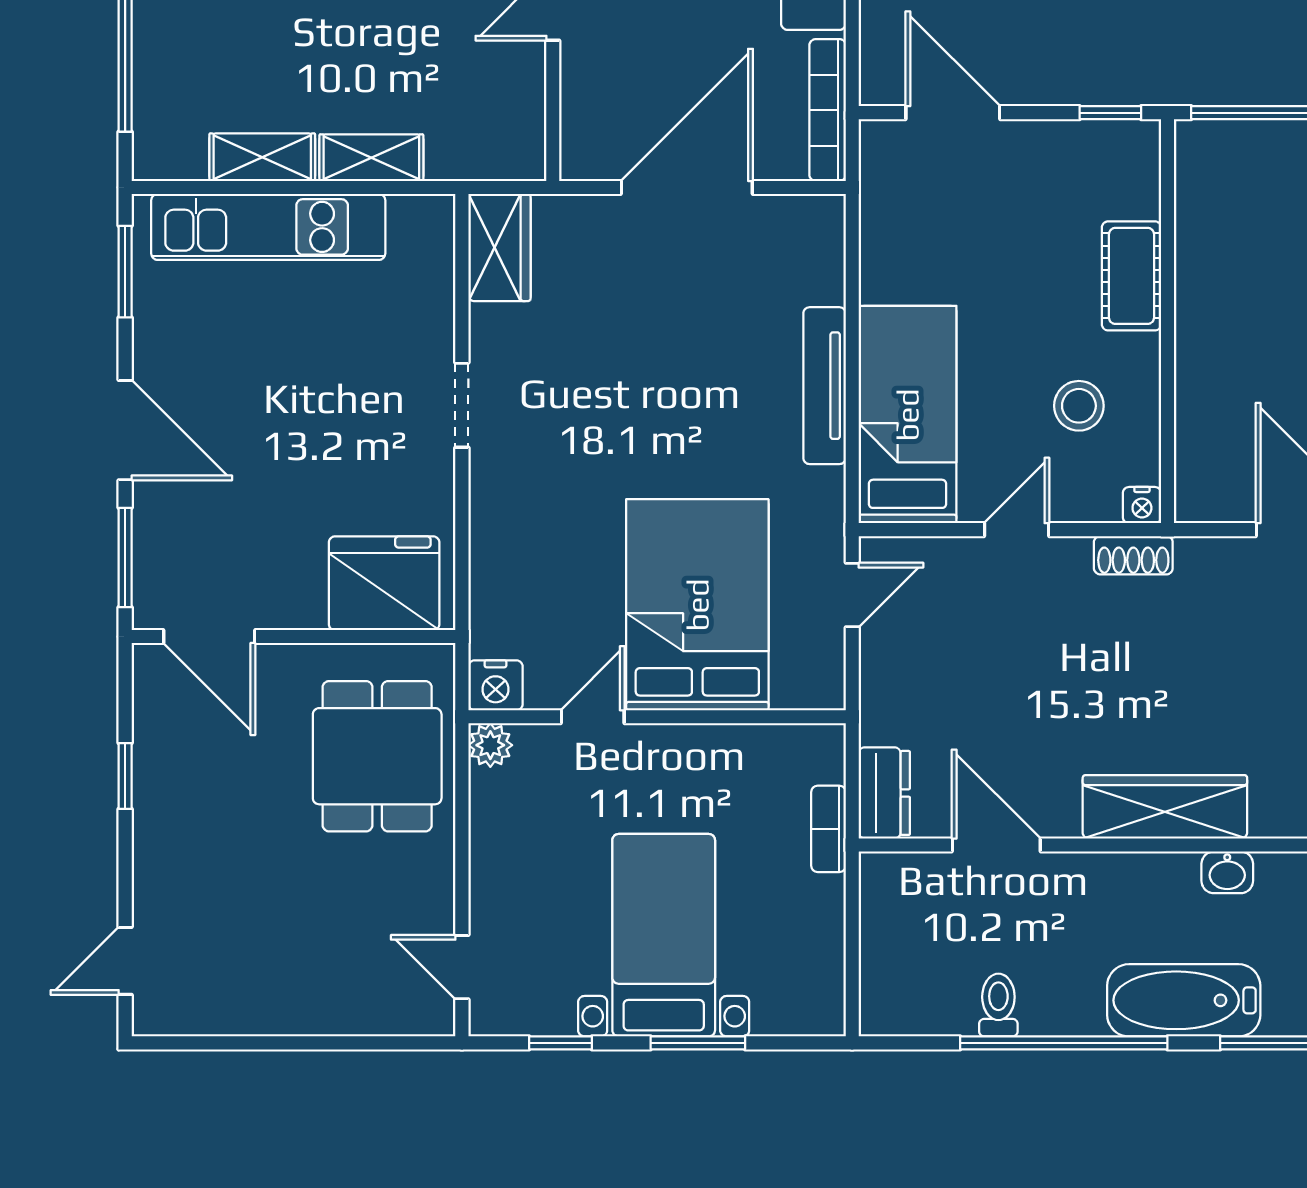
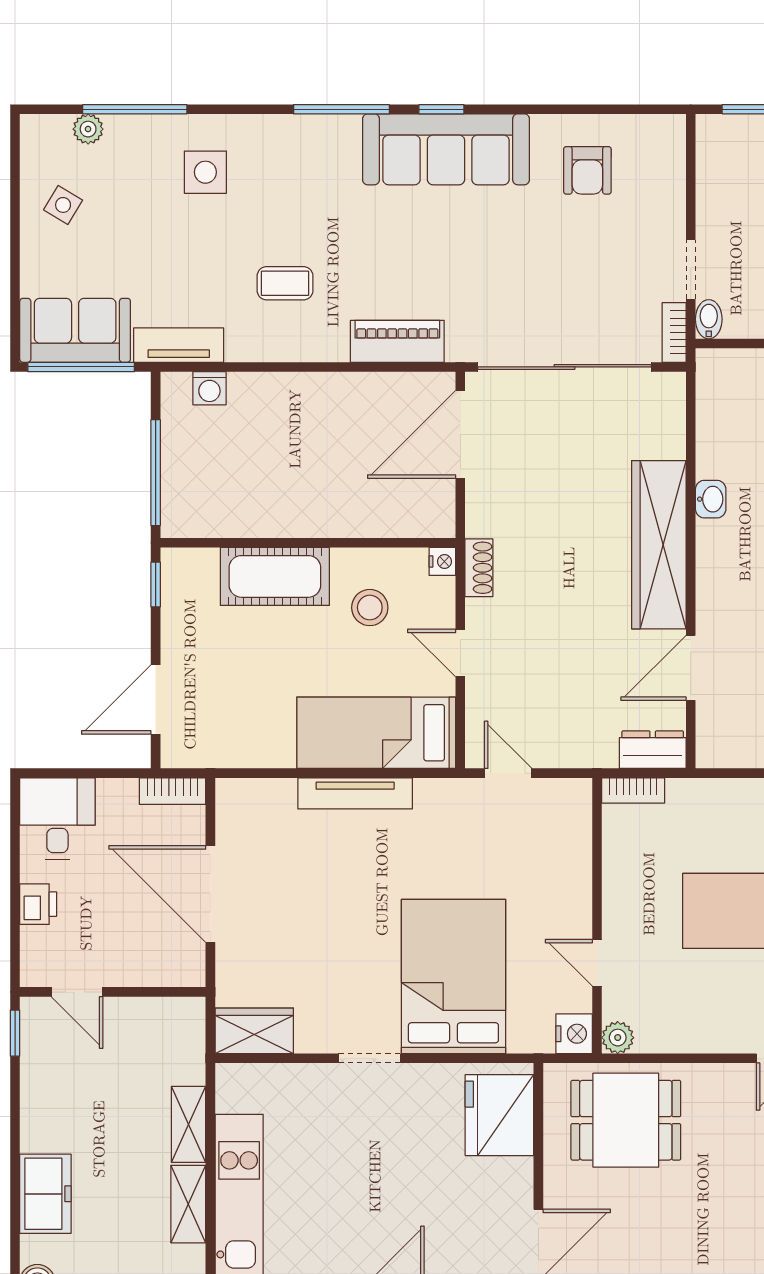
bookcase: (828, 110) -> (172, 791), width x0.64
cot: (1132, 276) -> (275, 576), width x1.37, depth x1.34
bed: (697, 605) -> (453, 976), moved, turned 90
wardrobe: (1165, 807) -> (659, 545), width x1.40, depth x1.17
bookcase: (828, 829) -> (633, 790), moved

